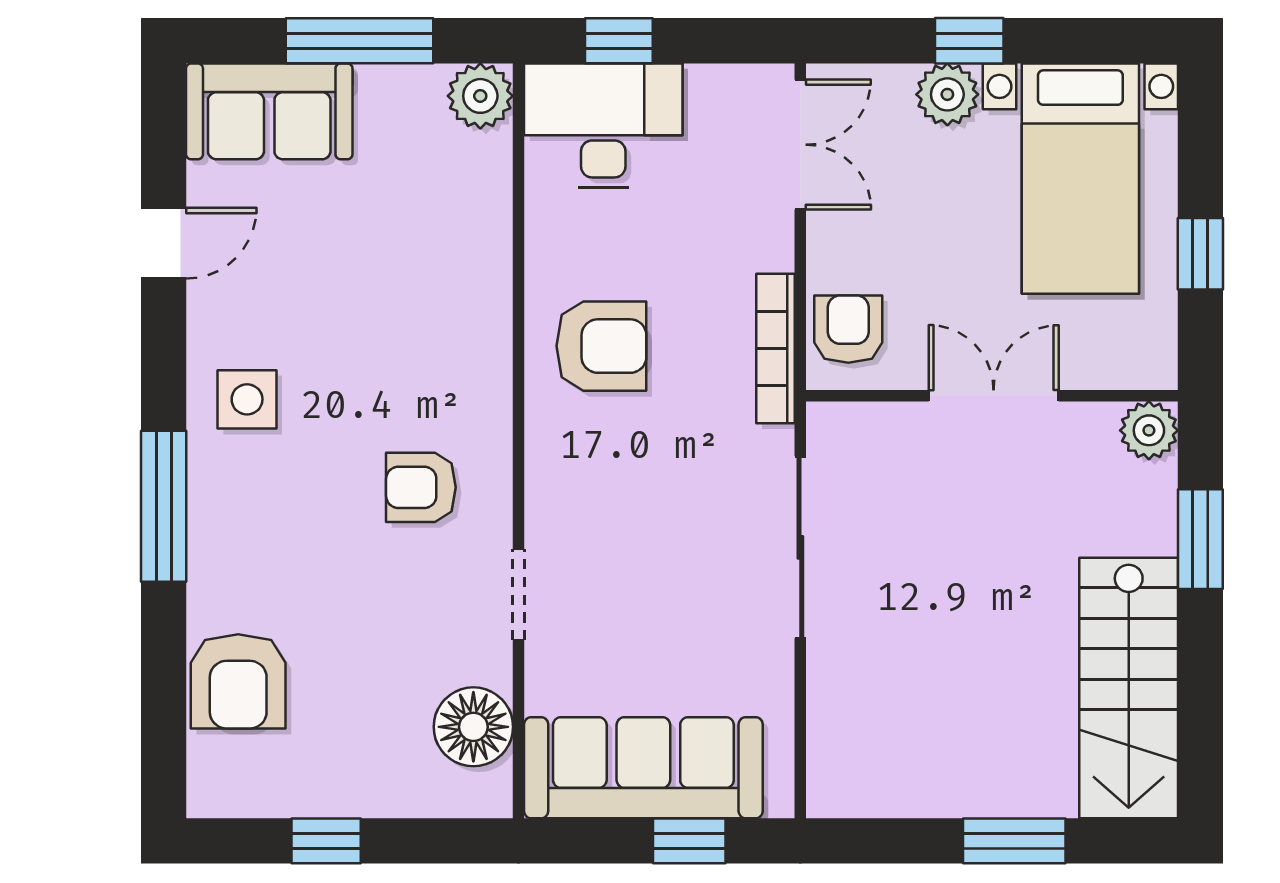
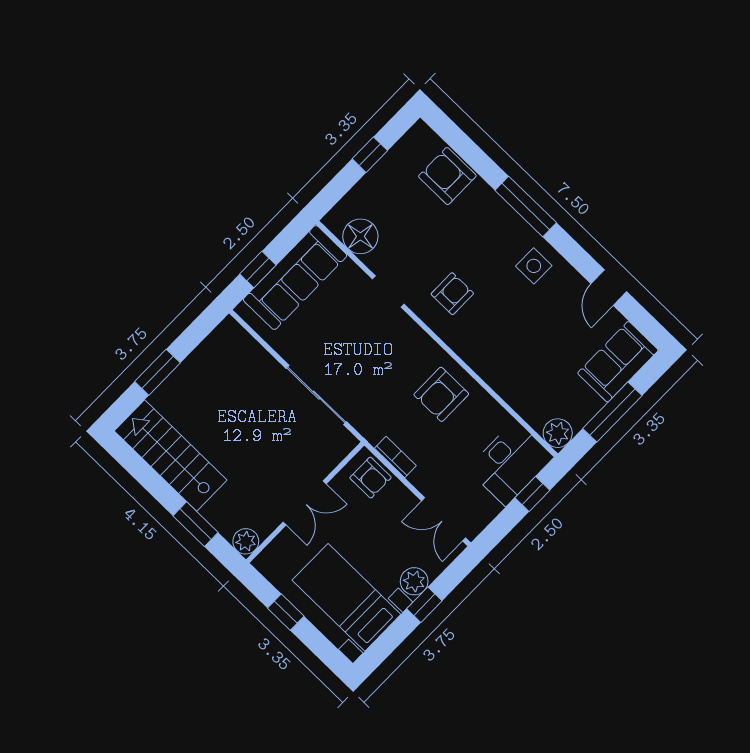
bookcase: (776, 348) -> (395, 457), width x0.64

